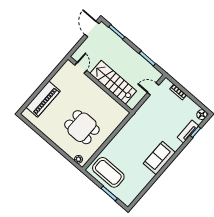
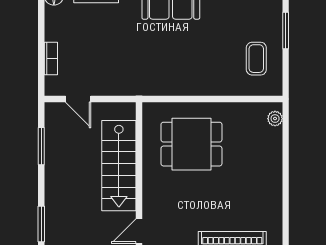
dining table: (82, 127) -> (191, 144), moved, turned 90
coffee table: (108, 172) -> (256, 59), width x0.54, depth x0.58

